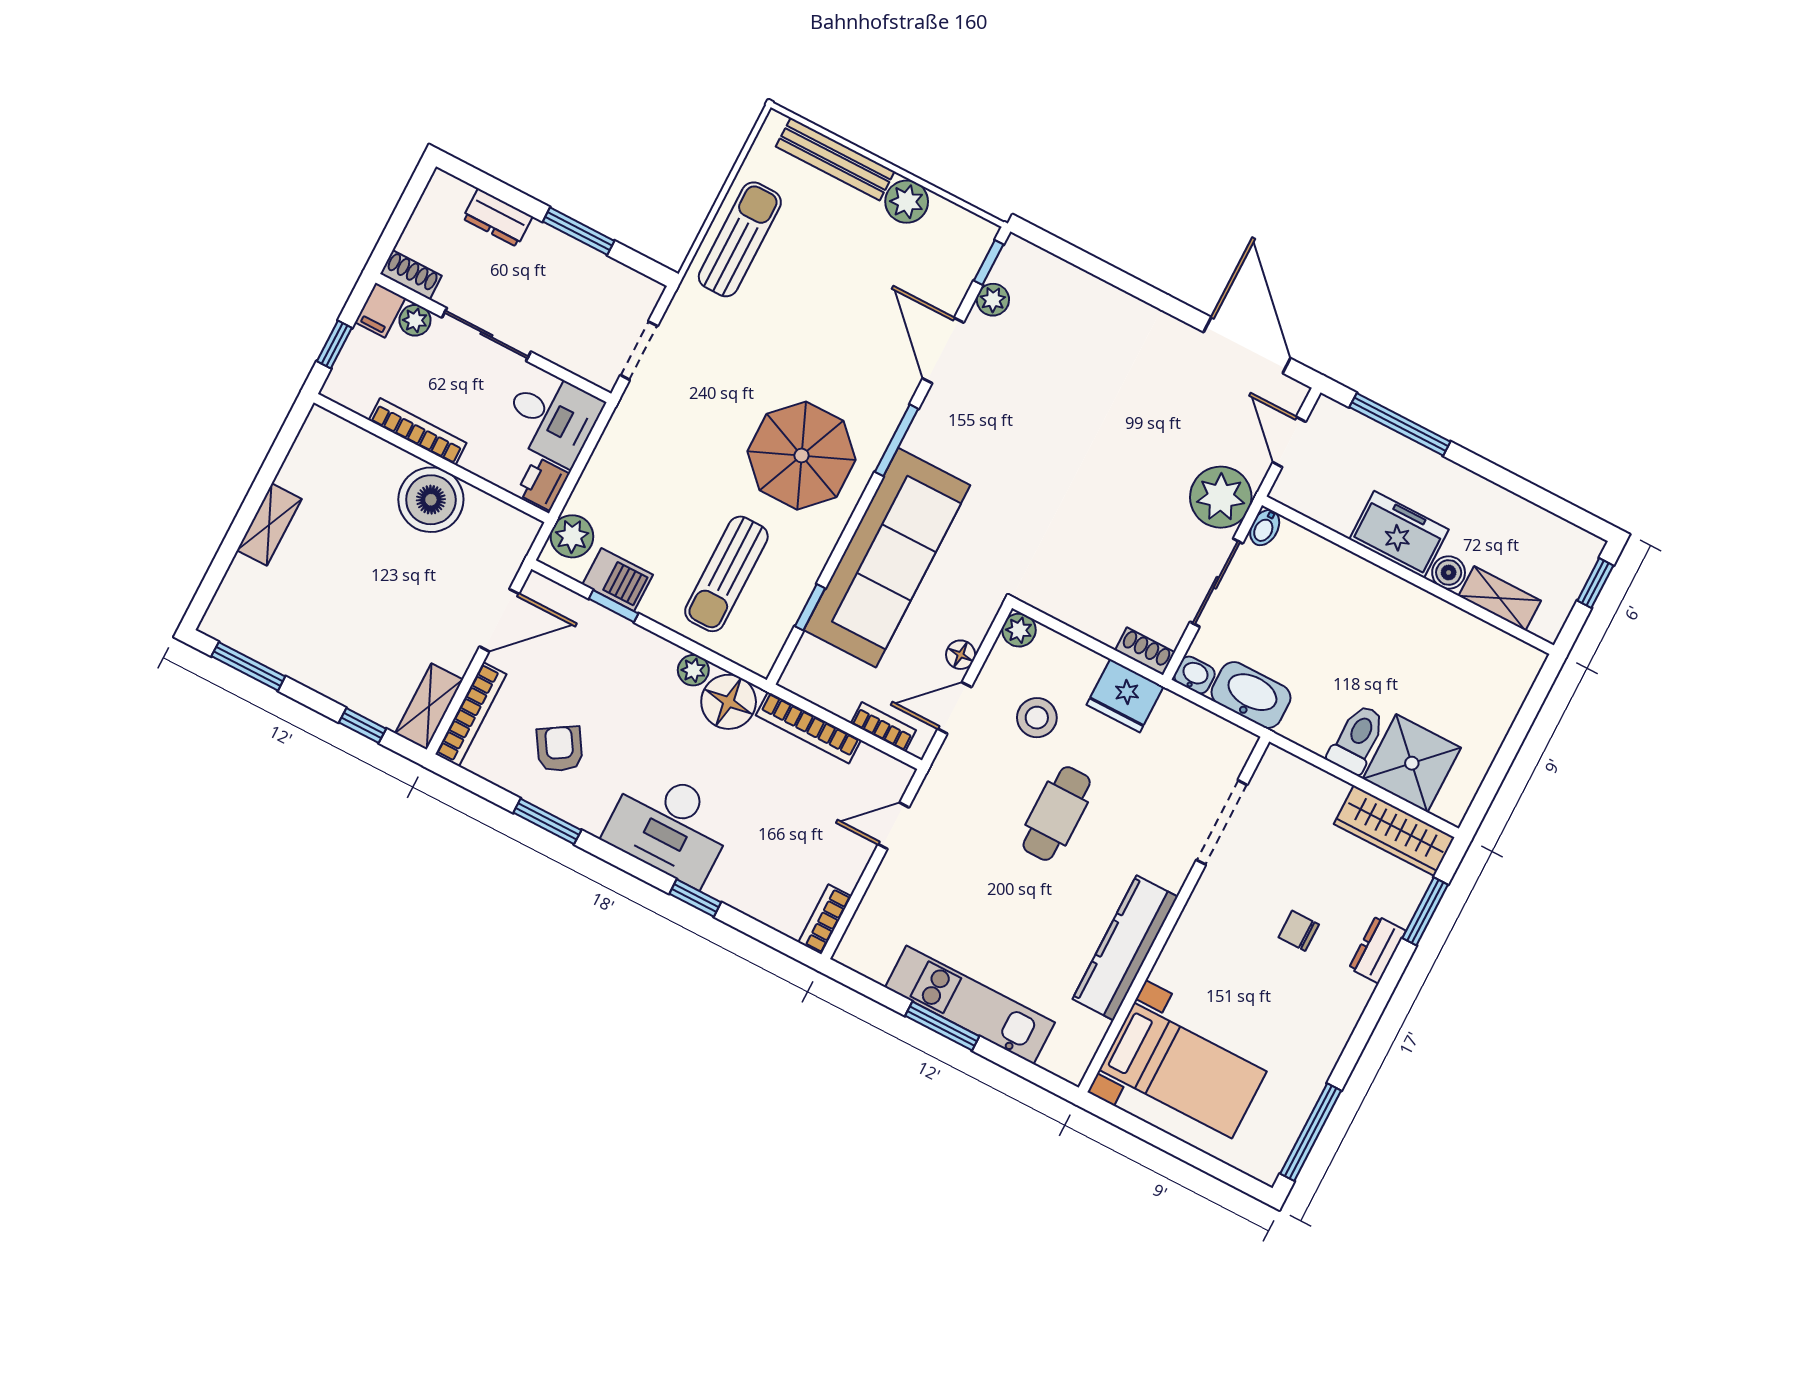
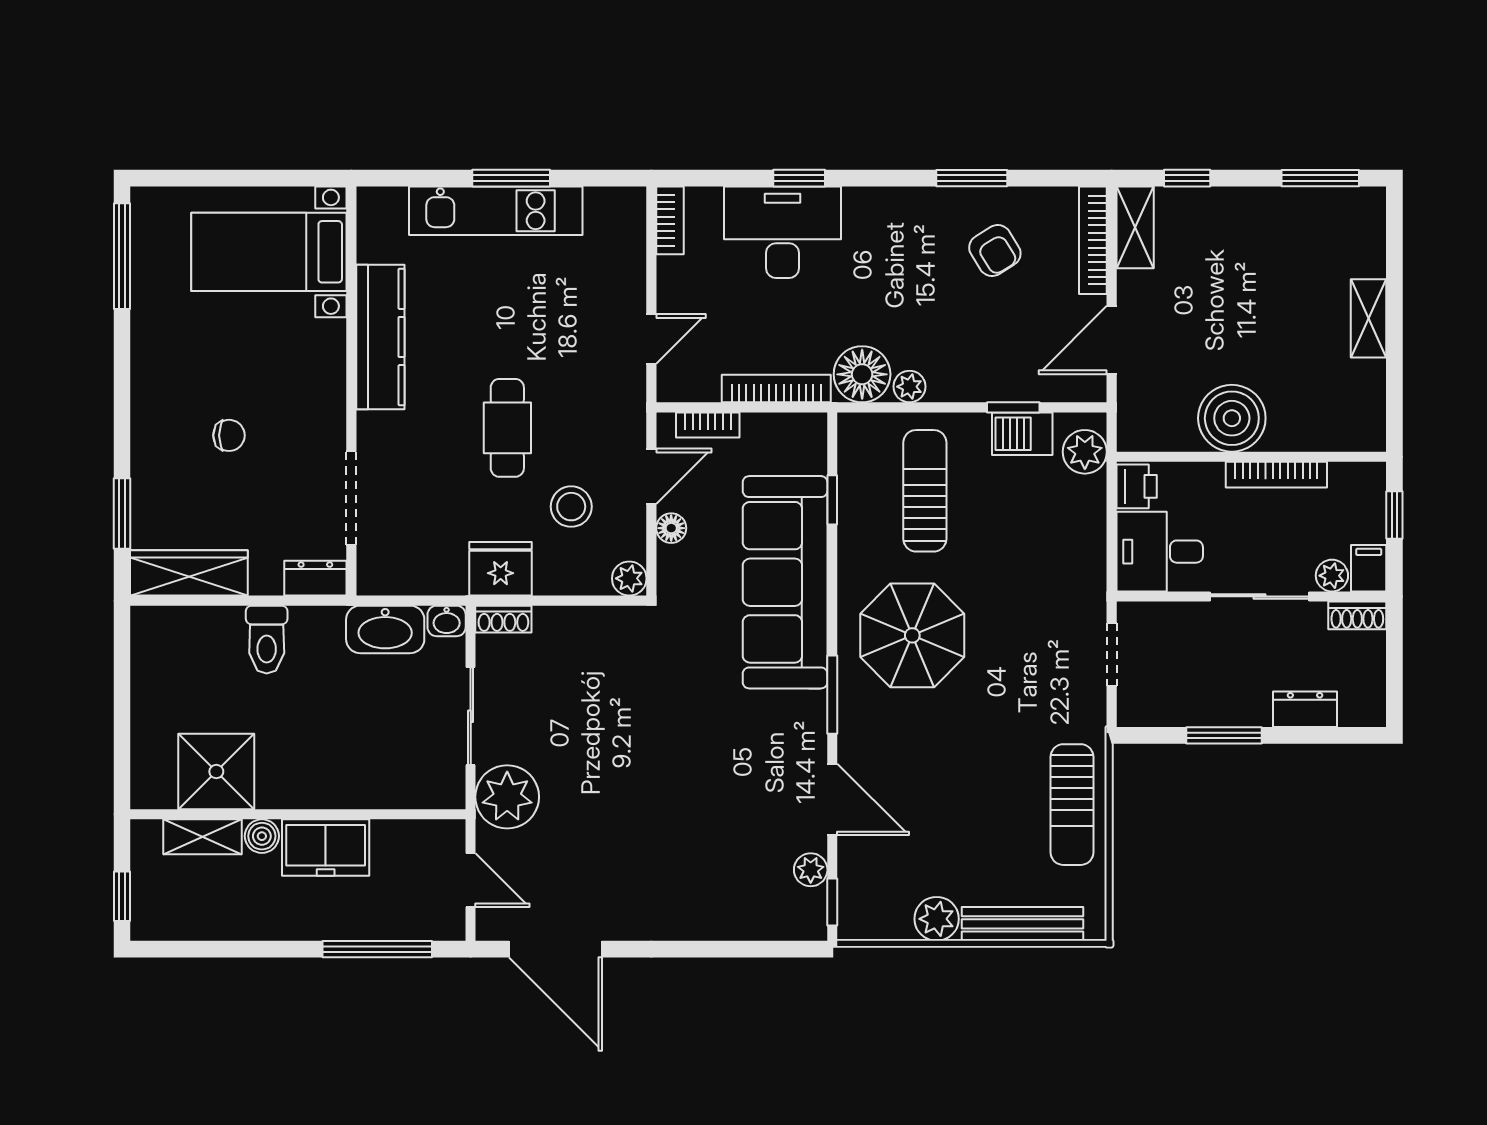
bidet: (1265, 528) -> (452, 790), removed
shower: (1412, 763) -> (216, 772), moved
desk: (670, 826) -> (782, 232), moved
dresser: (1377, 950) -> (315, 578), moved, turned -90

